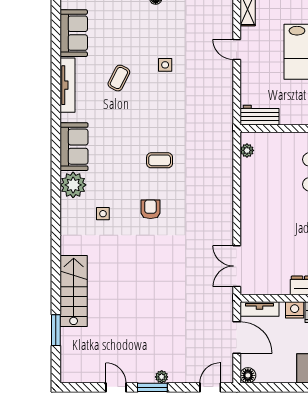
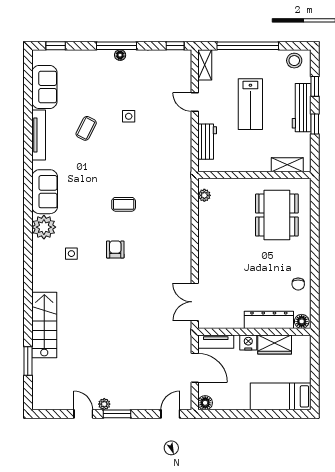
workbench: (260, 115) -> (207, 142), moved, turned 90
plant: (162, 377) -> (104, 404), moved

